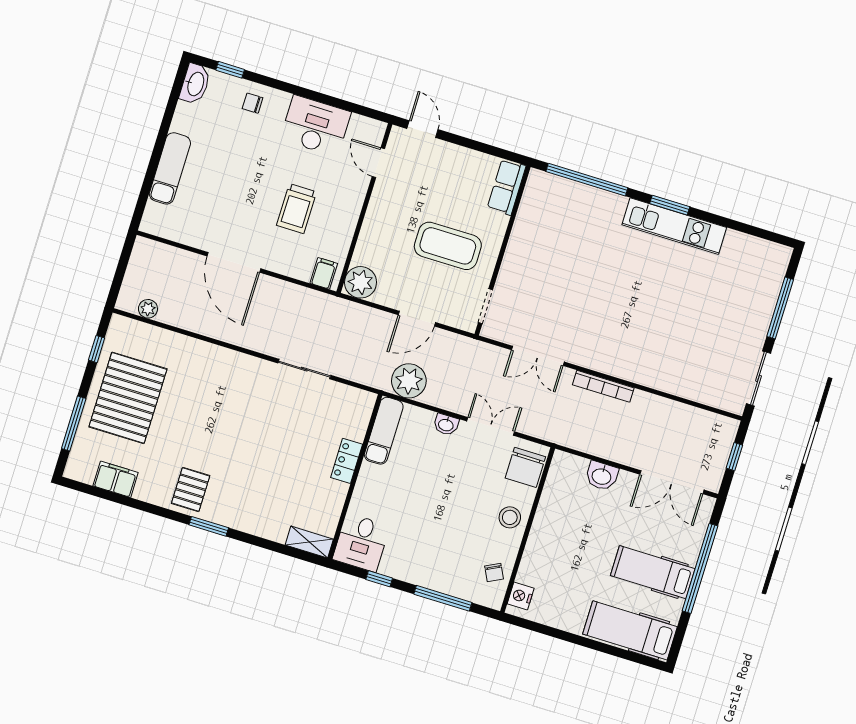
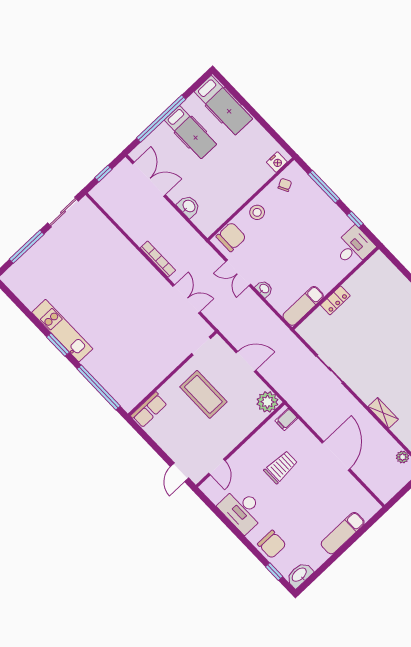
chair: (253, 103) -> (272, 544), width x1.87, depth x1.87
plant: (409, 381) -> (272, 327), removed
shelving: (309, 542) -> (383, 413), moved

